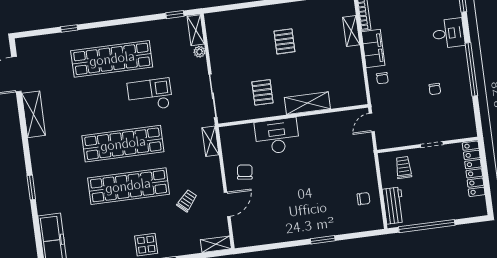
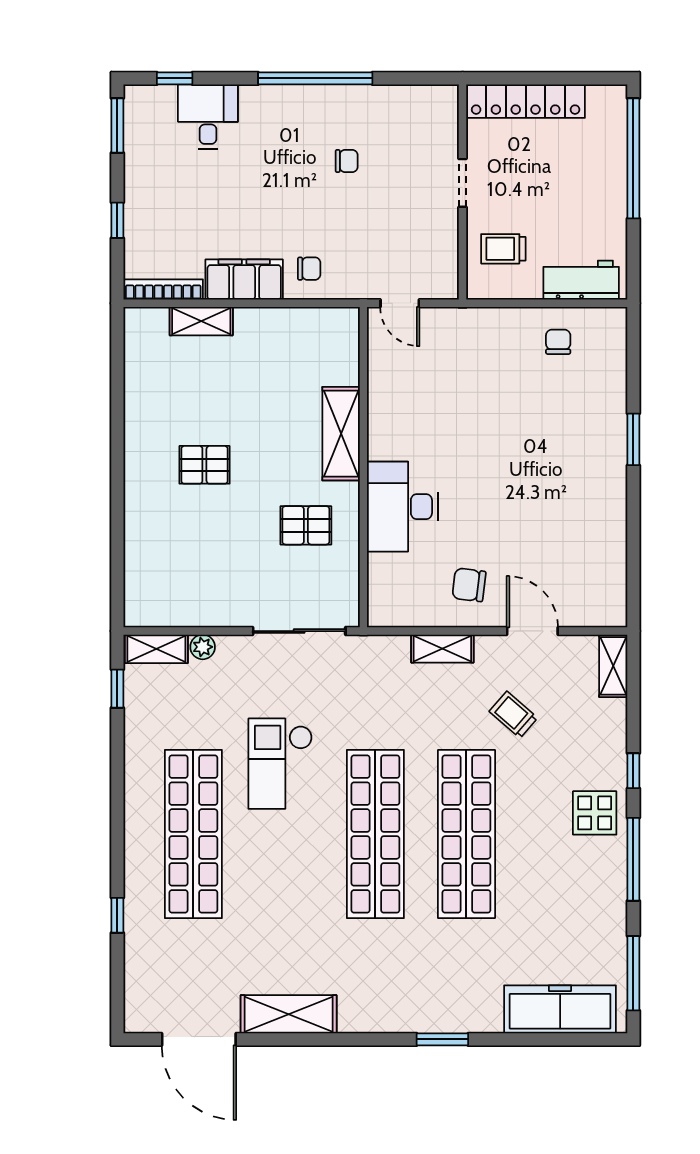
desk: (448, 33) -> (208, 117), moved
shelving: (210, 141) -> (442, 649), moved
window: (427, 226) -> (633, 158), moved

